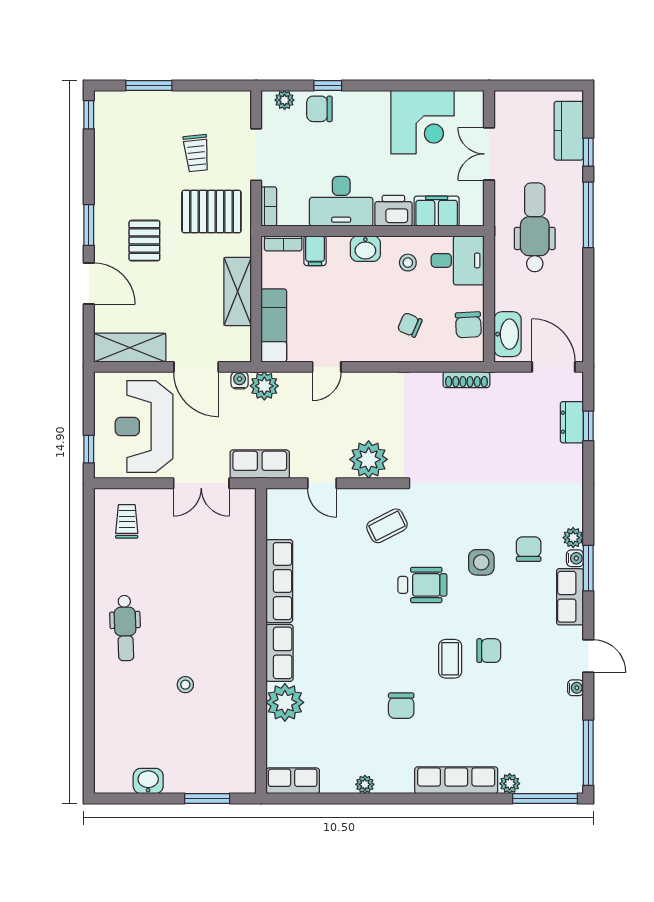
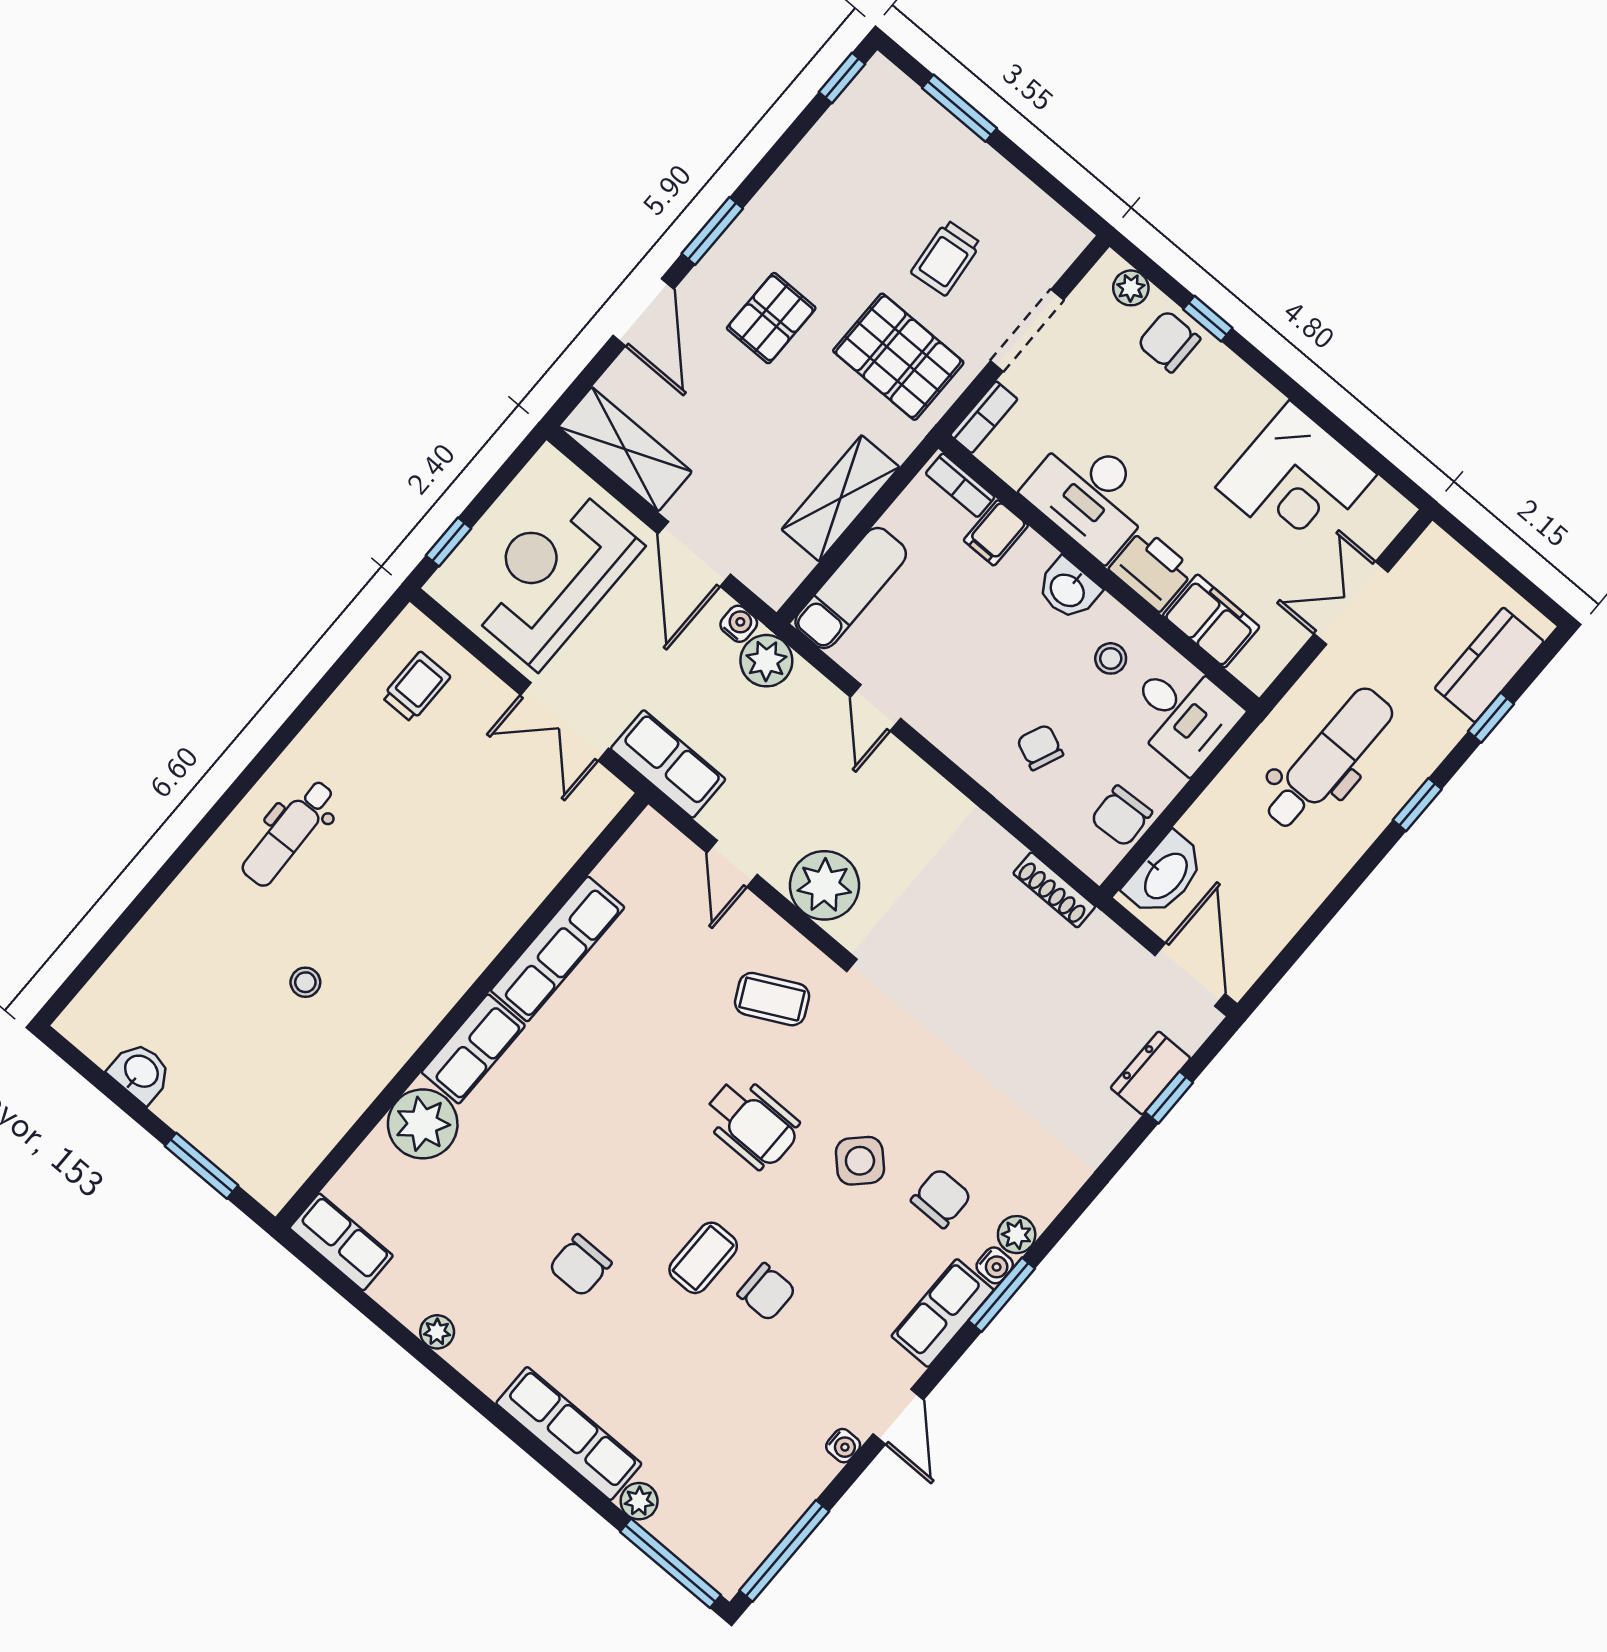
window: (588, 215) -> (1417, 805), width x0.46
door: (327, 367) -> (875, 708), hinge flipped
side table: (481, 562) -> (860, 1161), turned 45

